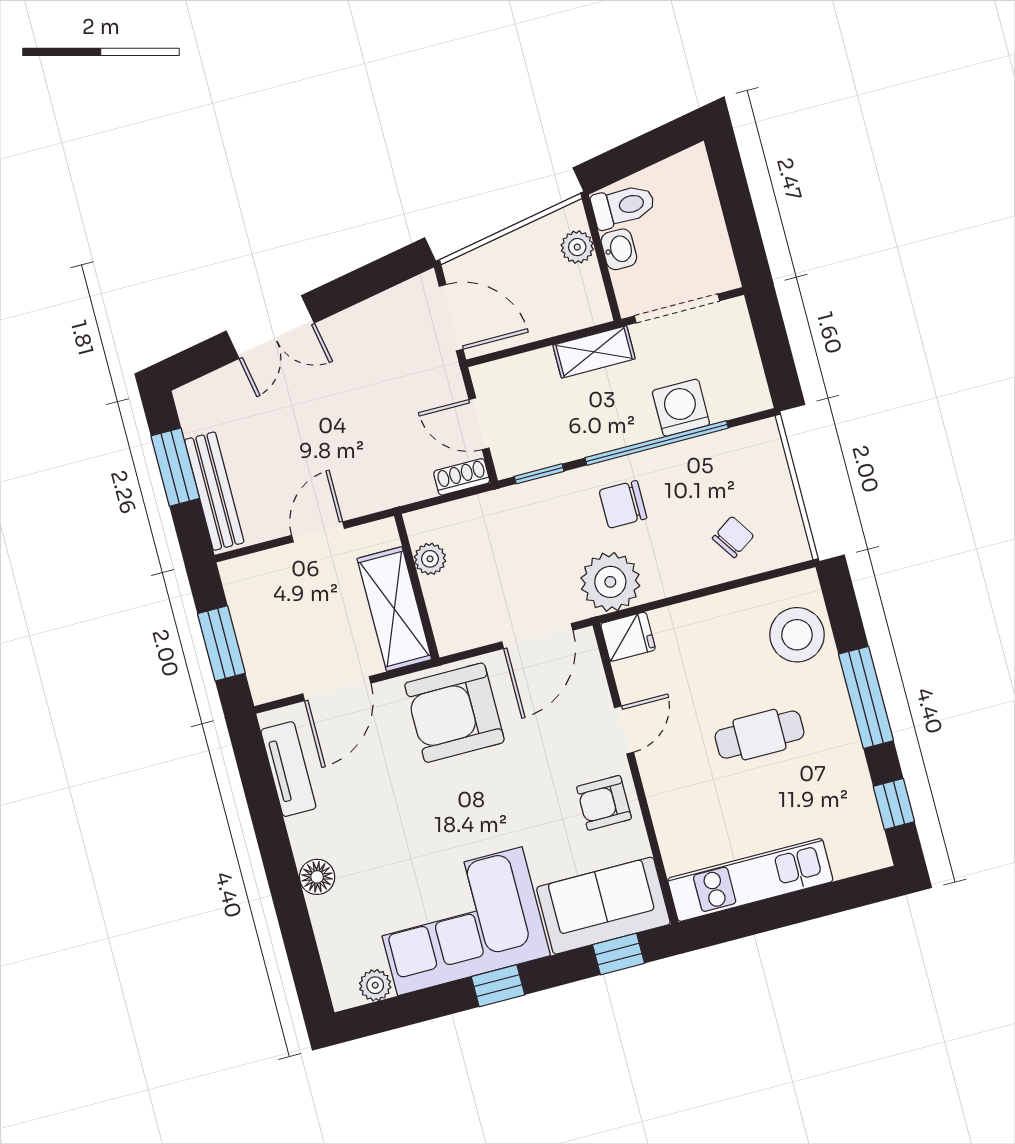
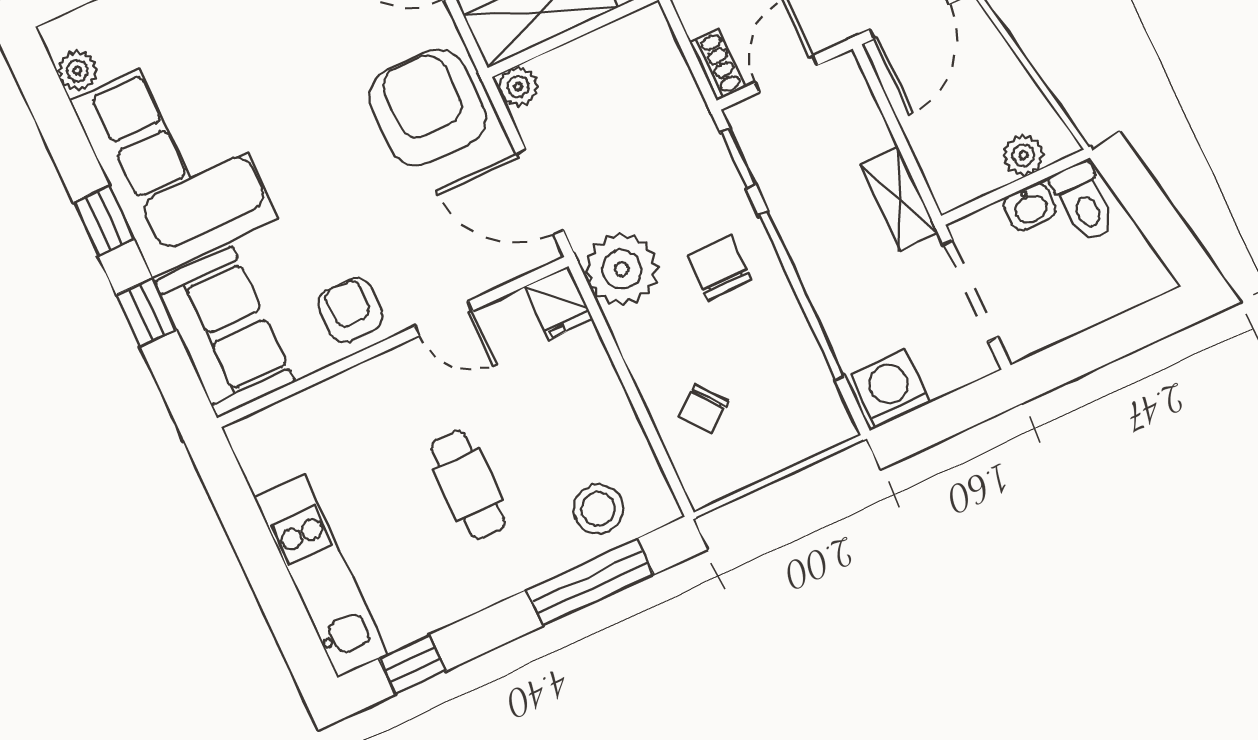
washing machine: (681, 408) -> (891, 388), moved, turned -90
chair: (733, 537) -> (703, 409), turned 86
plant: (430, 559) -> (518, 87), moved
stool: (797, 635) -> (598, 509), width x0.73, depth x0.73
window: (866, 697) -> (590, 582), moved
kitchen unit: (750, 880) -> (321, 576), moved
window: (619, 954) -> (146, 312), moved

